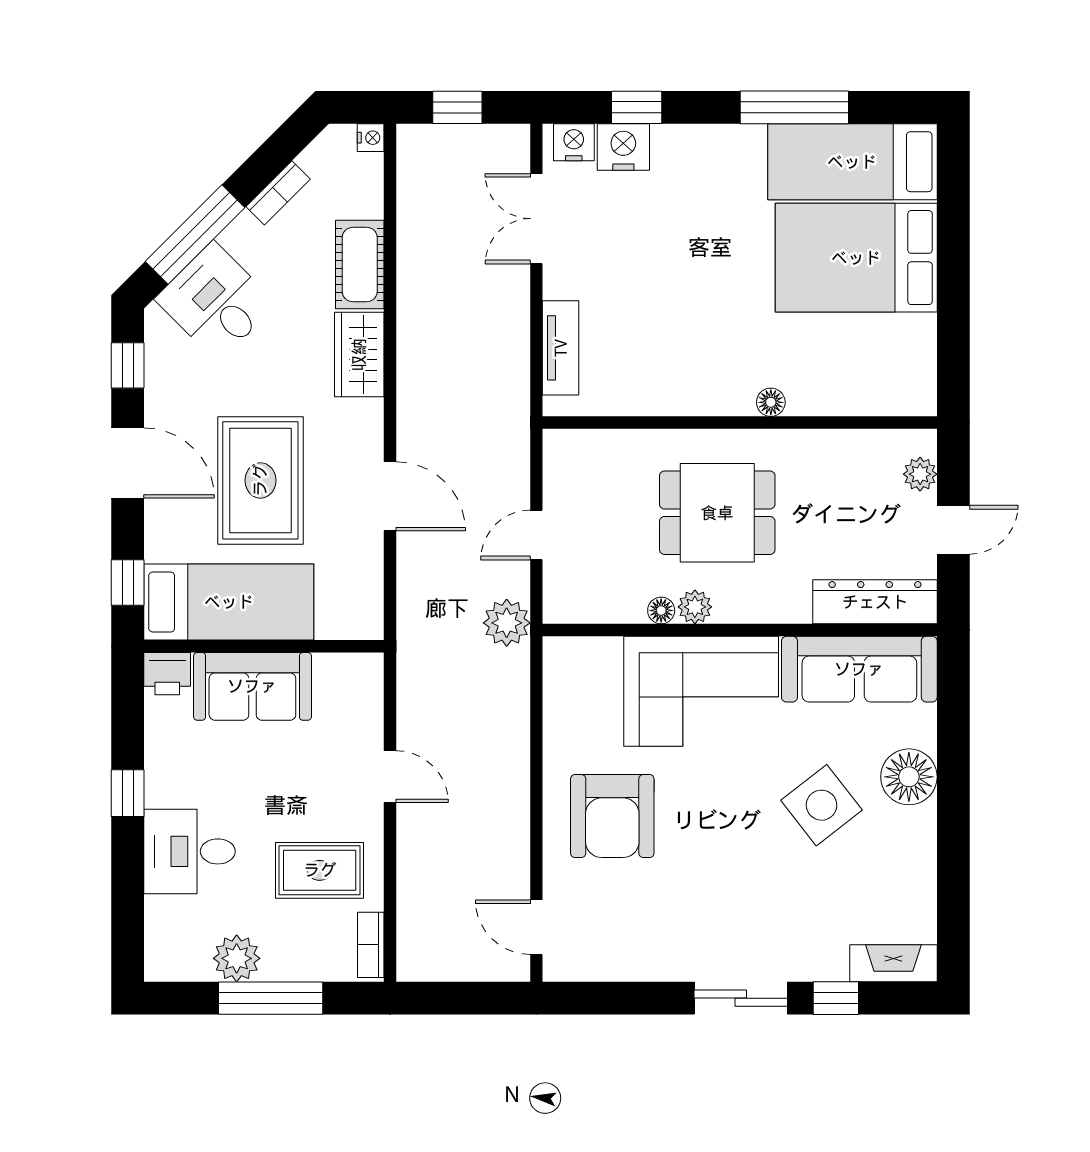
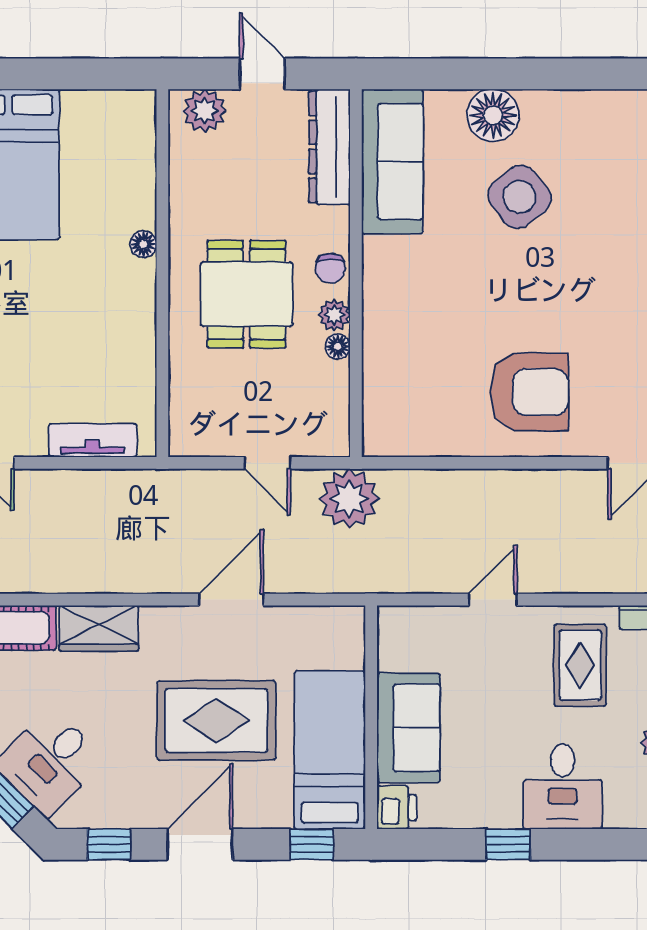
plant: (920, 474) -> (204, 111), width x1.38, depth x1.38
chair: (745, 602) -> (330, 268), added
plant: (507, 623) -> (349, 499), width x1.36, depth x1.36
corner sofa: (701, 691) -> (413, 309), removed

